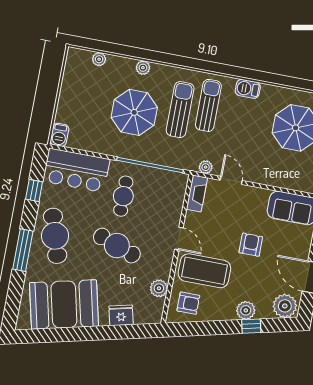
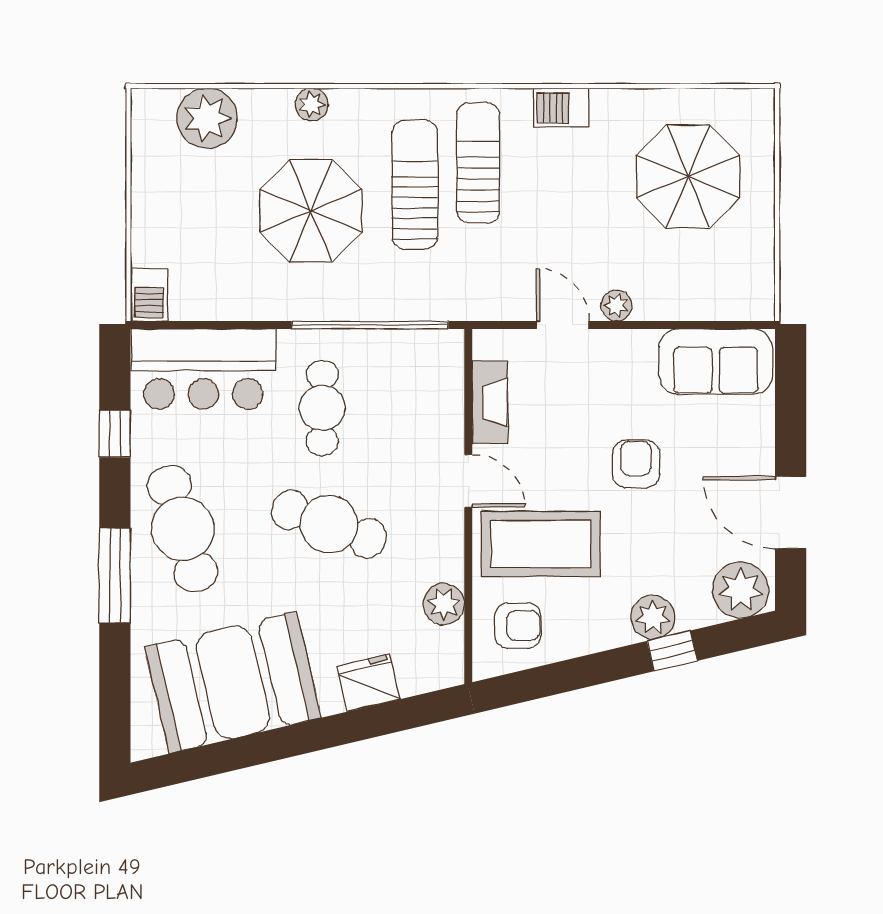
plant: (99, 59) -> (207, 118), width x1.88, depth x1.88
plant: (206, 167) -> (616, 306), moved
fireplace: (197, 194) -> (490, 402), moved

